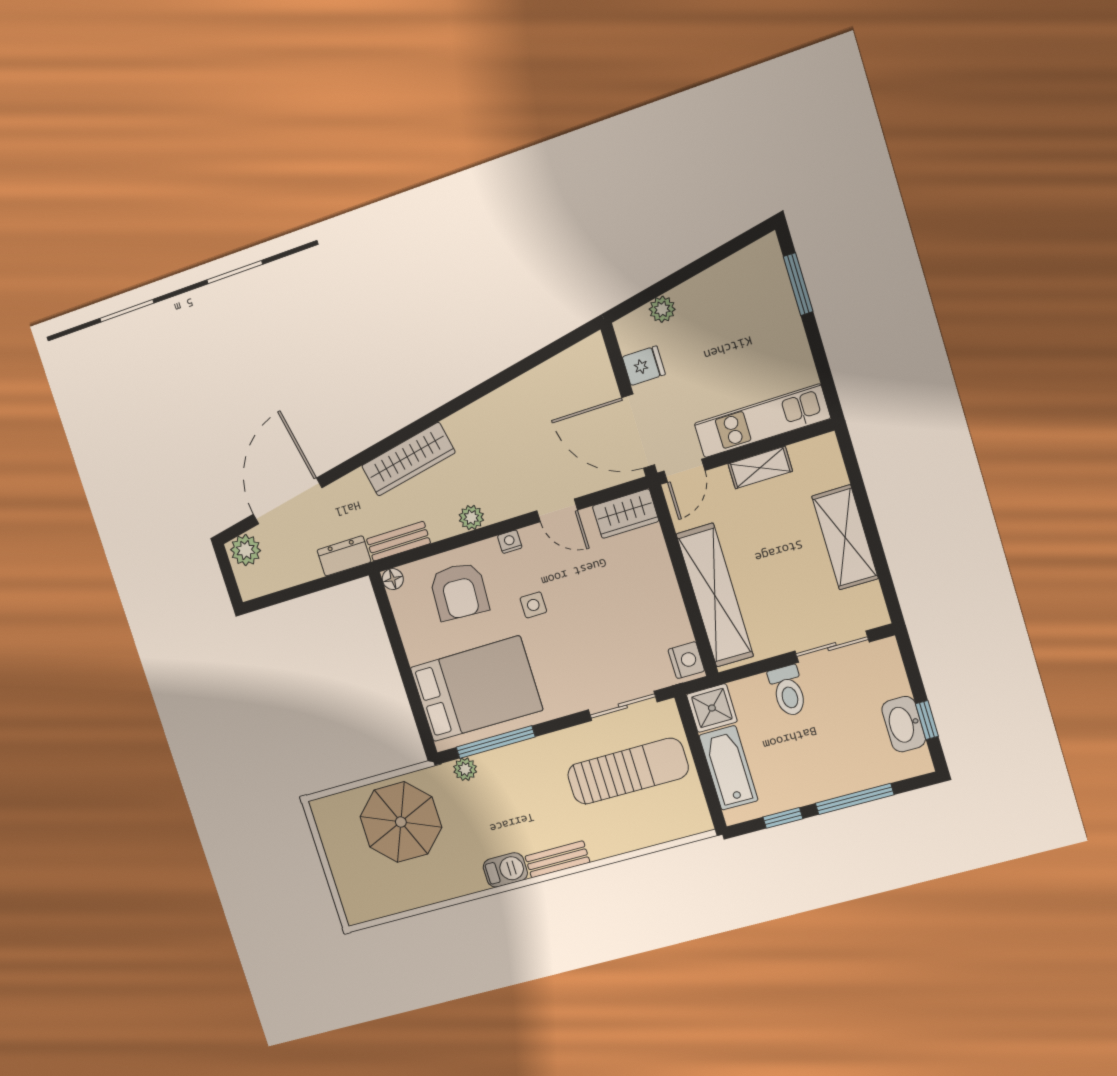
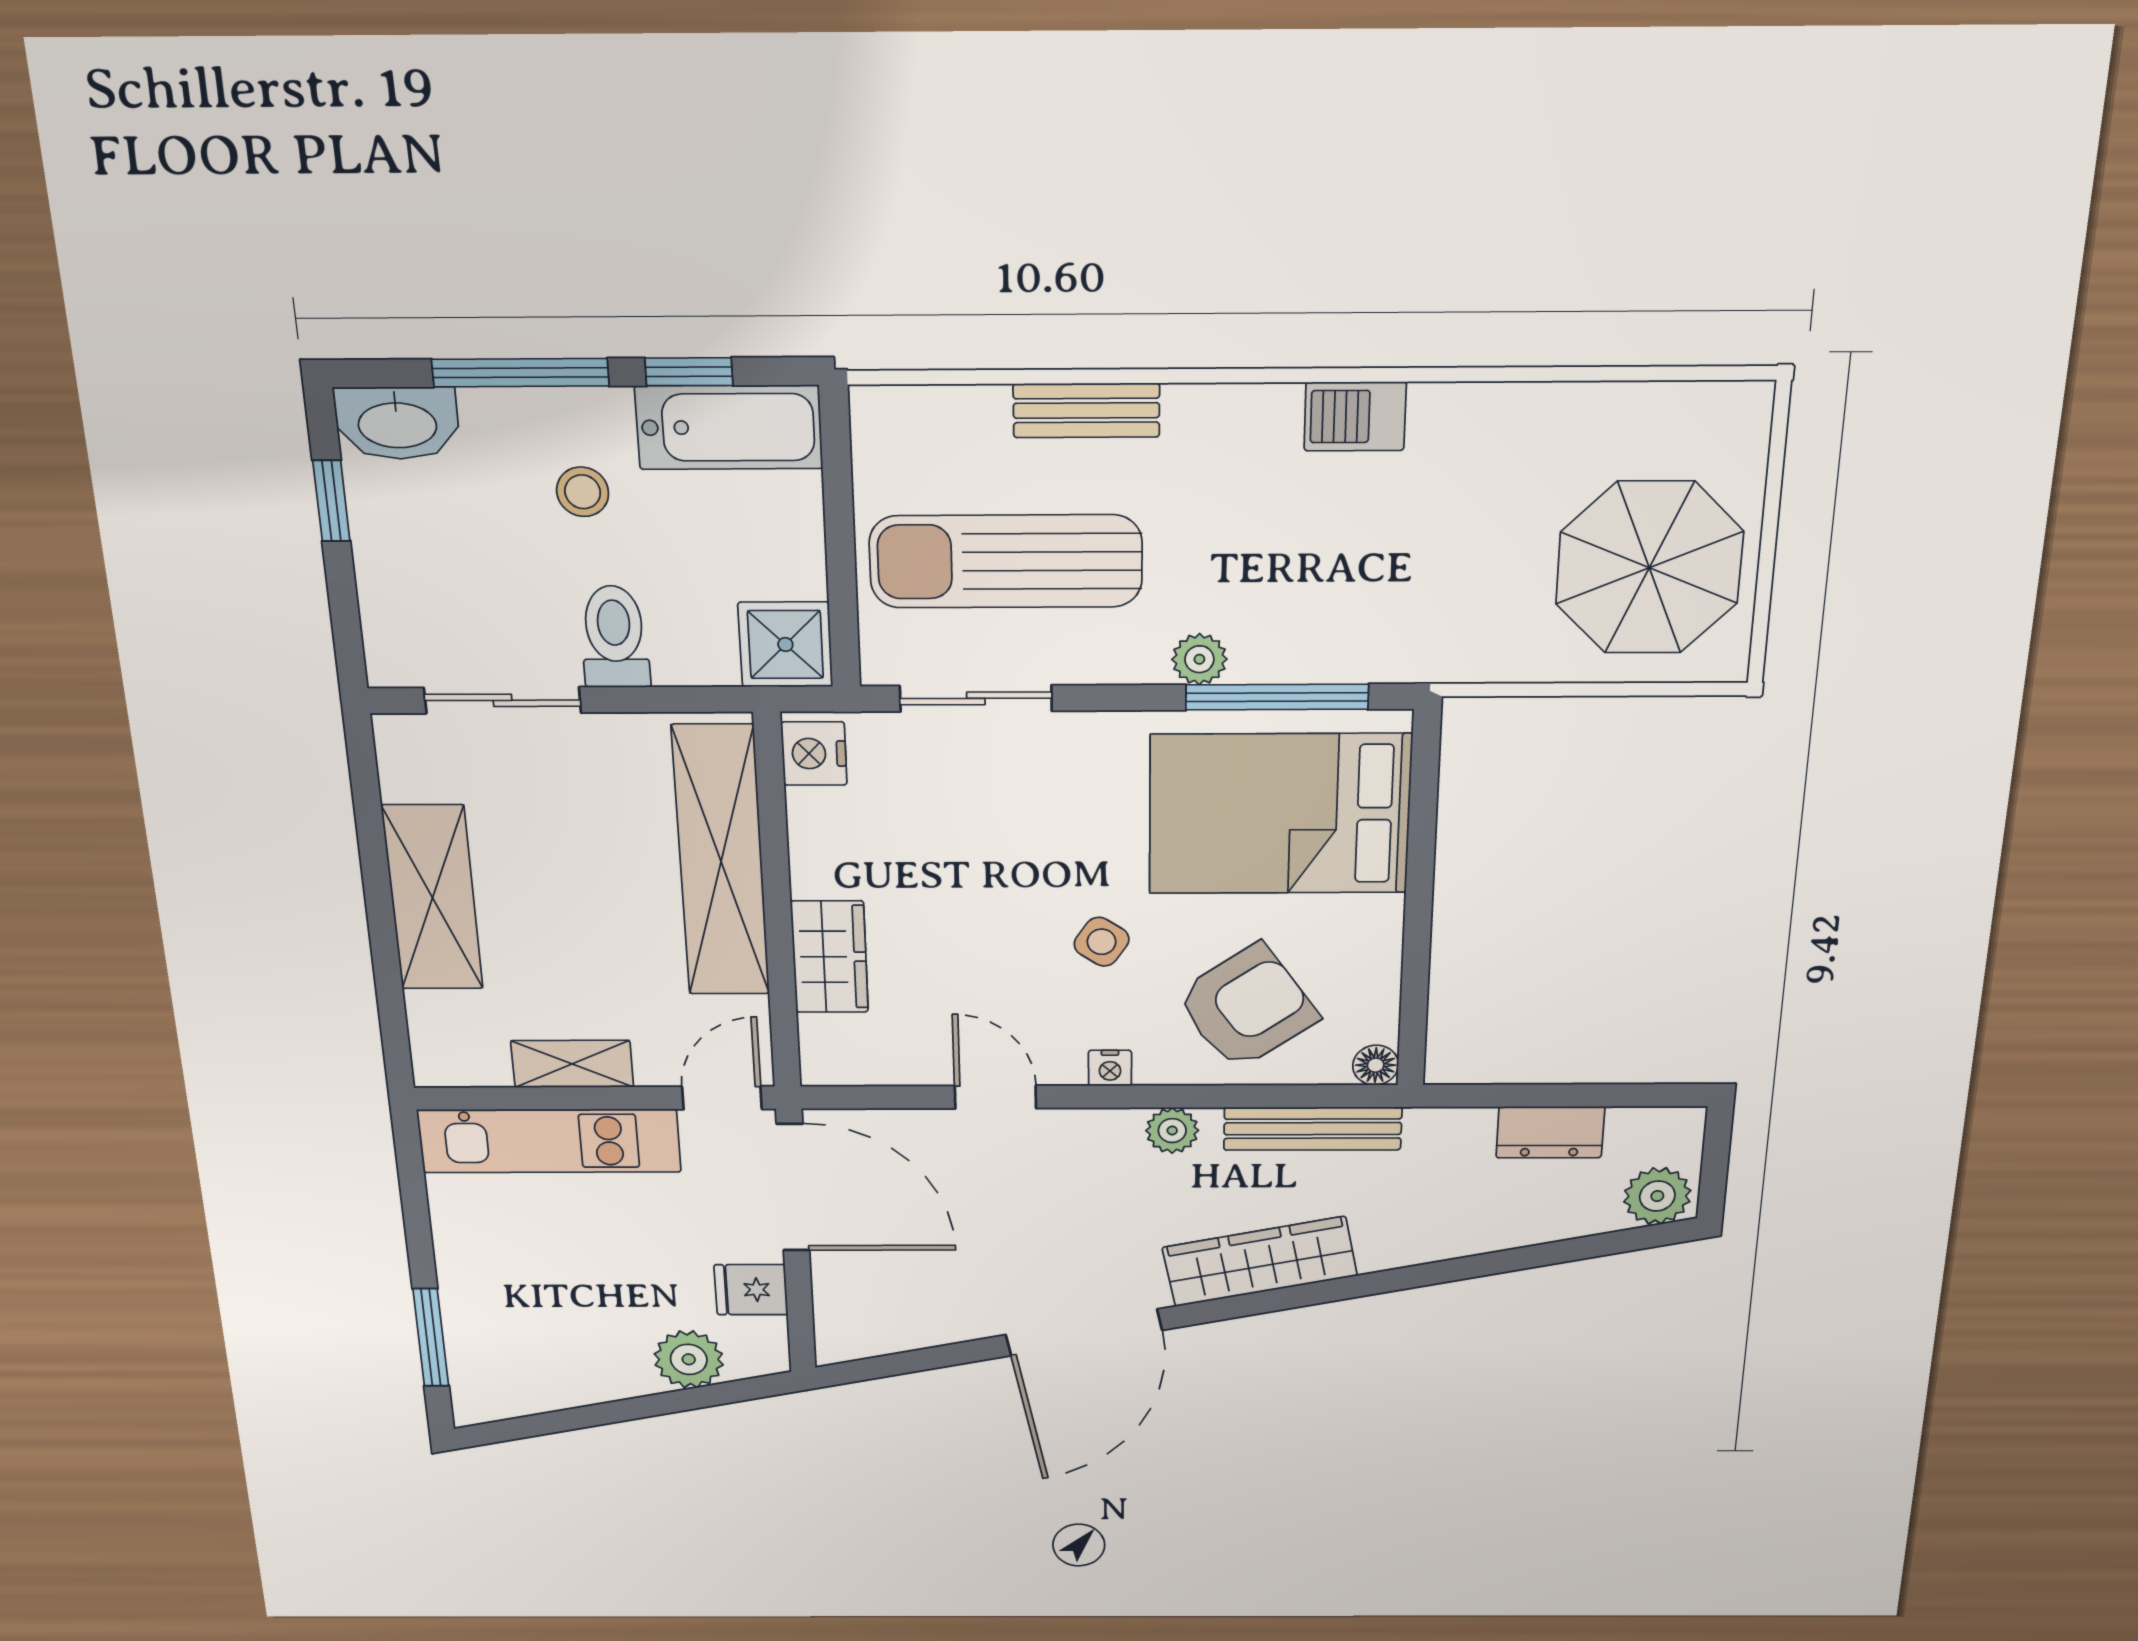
plant: (662, 309) -> (689, 1359), width x1.38, depth x1.38
door: (288, 501) -> (1084, 1332), moved
wardrobe: (626, 514) -> (830, 957), moved, turned 90
bench: (398, 541) -> (1313, 1129), width x1.36
dresser: (344, 556) -> (1550, 1132), moved
armchair: (459, 591) -> (1247, 1007), turned 52
side table: (533, 605) -> (1102, 942), turned 34
washbasin: (904, 724) -> (397, 423), moved, turned 90
stool: (817, 754) -> (583, 492), added
bathtub: (729, 768) -> (729, 427), moved, turned -90
plant: (465, 769) -> (1199, 659), moved
parasol: (401, 822) -> (1649, 568), moved
bench: (557, 859) -> (1086, 410), moved

